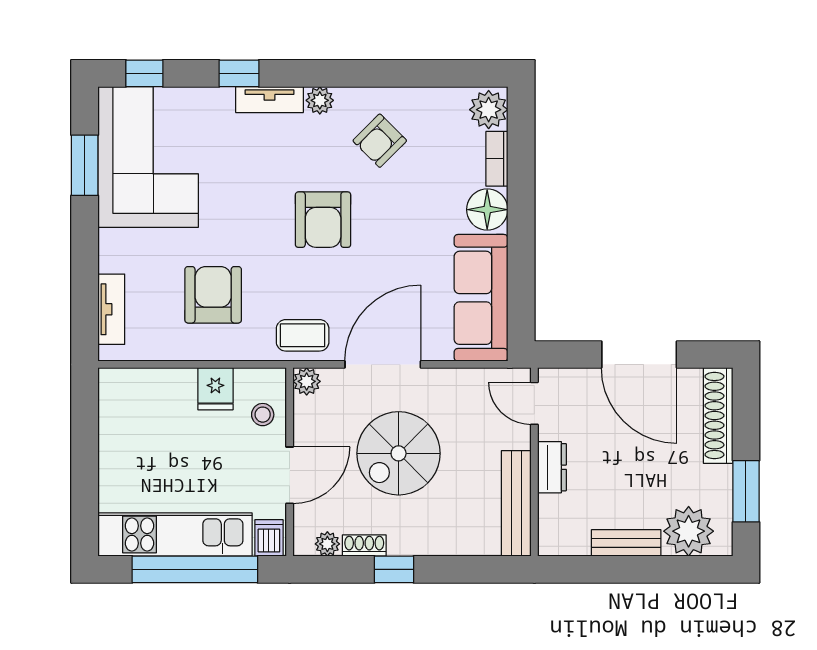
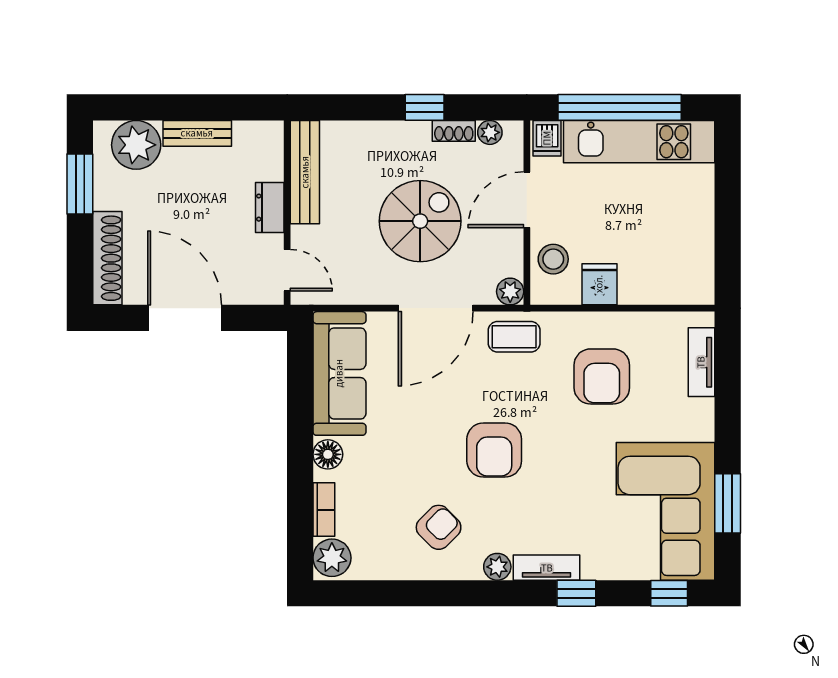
floor lamp: (487, 210) -> (328, 454), width x0.73, depth x0.73
armchair: (323, 220) -> (494, 450), turned 180
stool: (263, 415) -> (553, 259), width x1.37, depth x1.37

